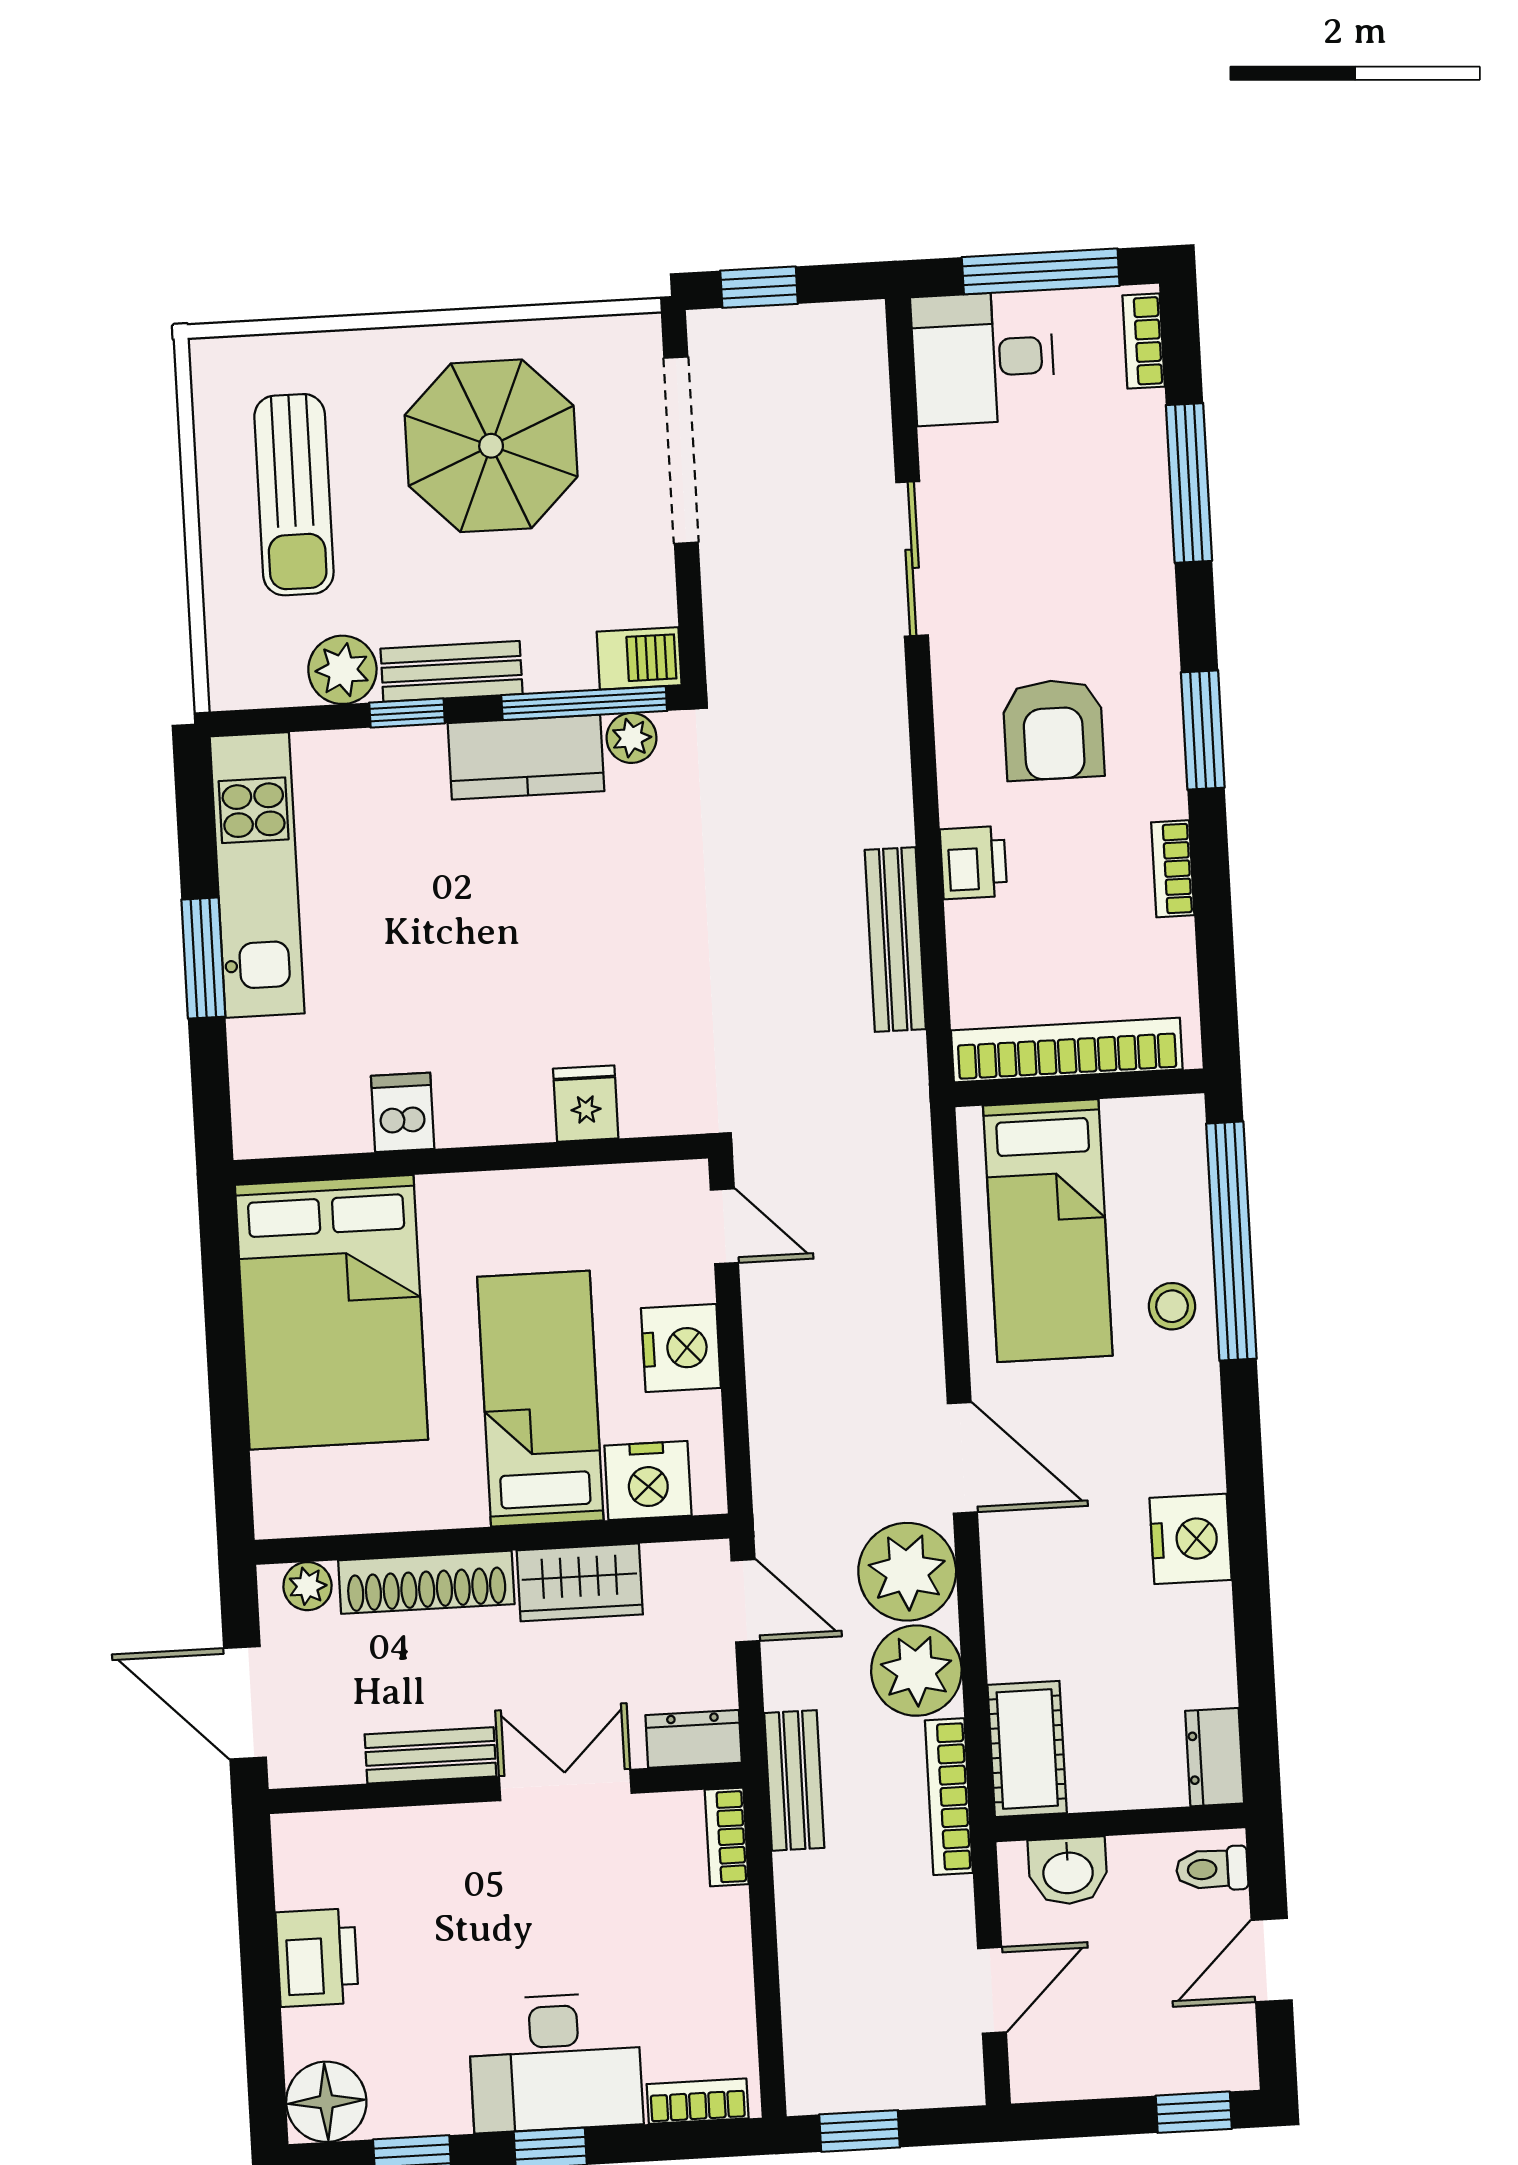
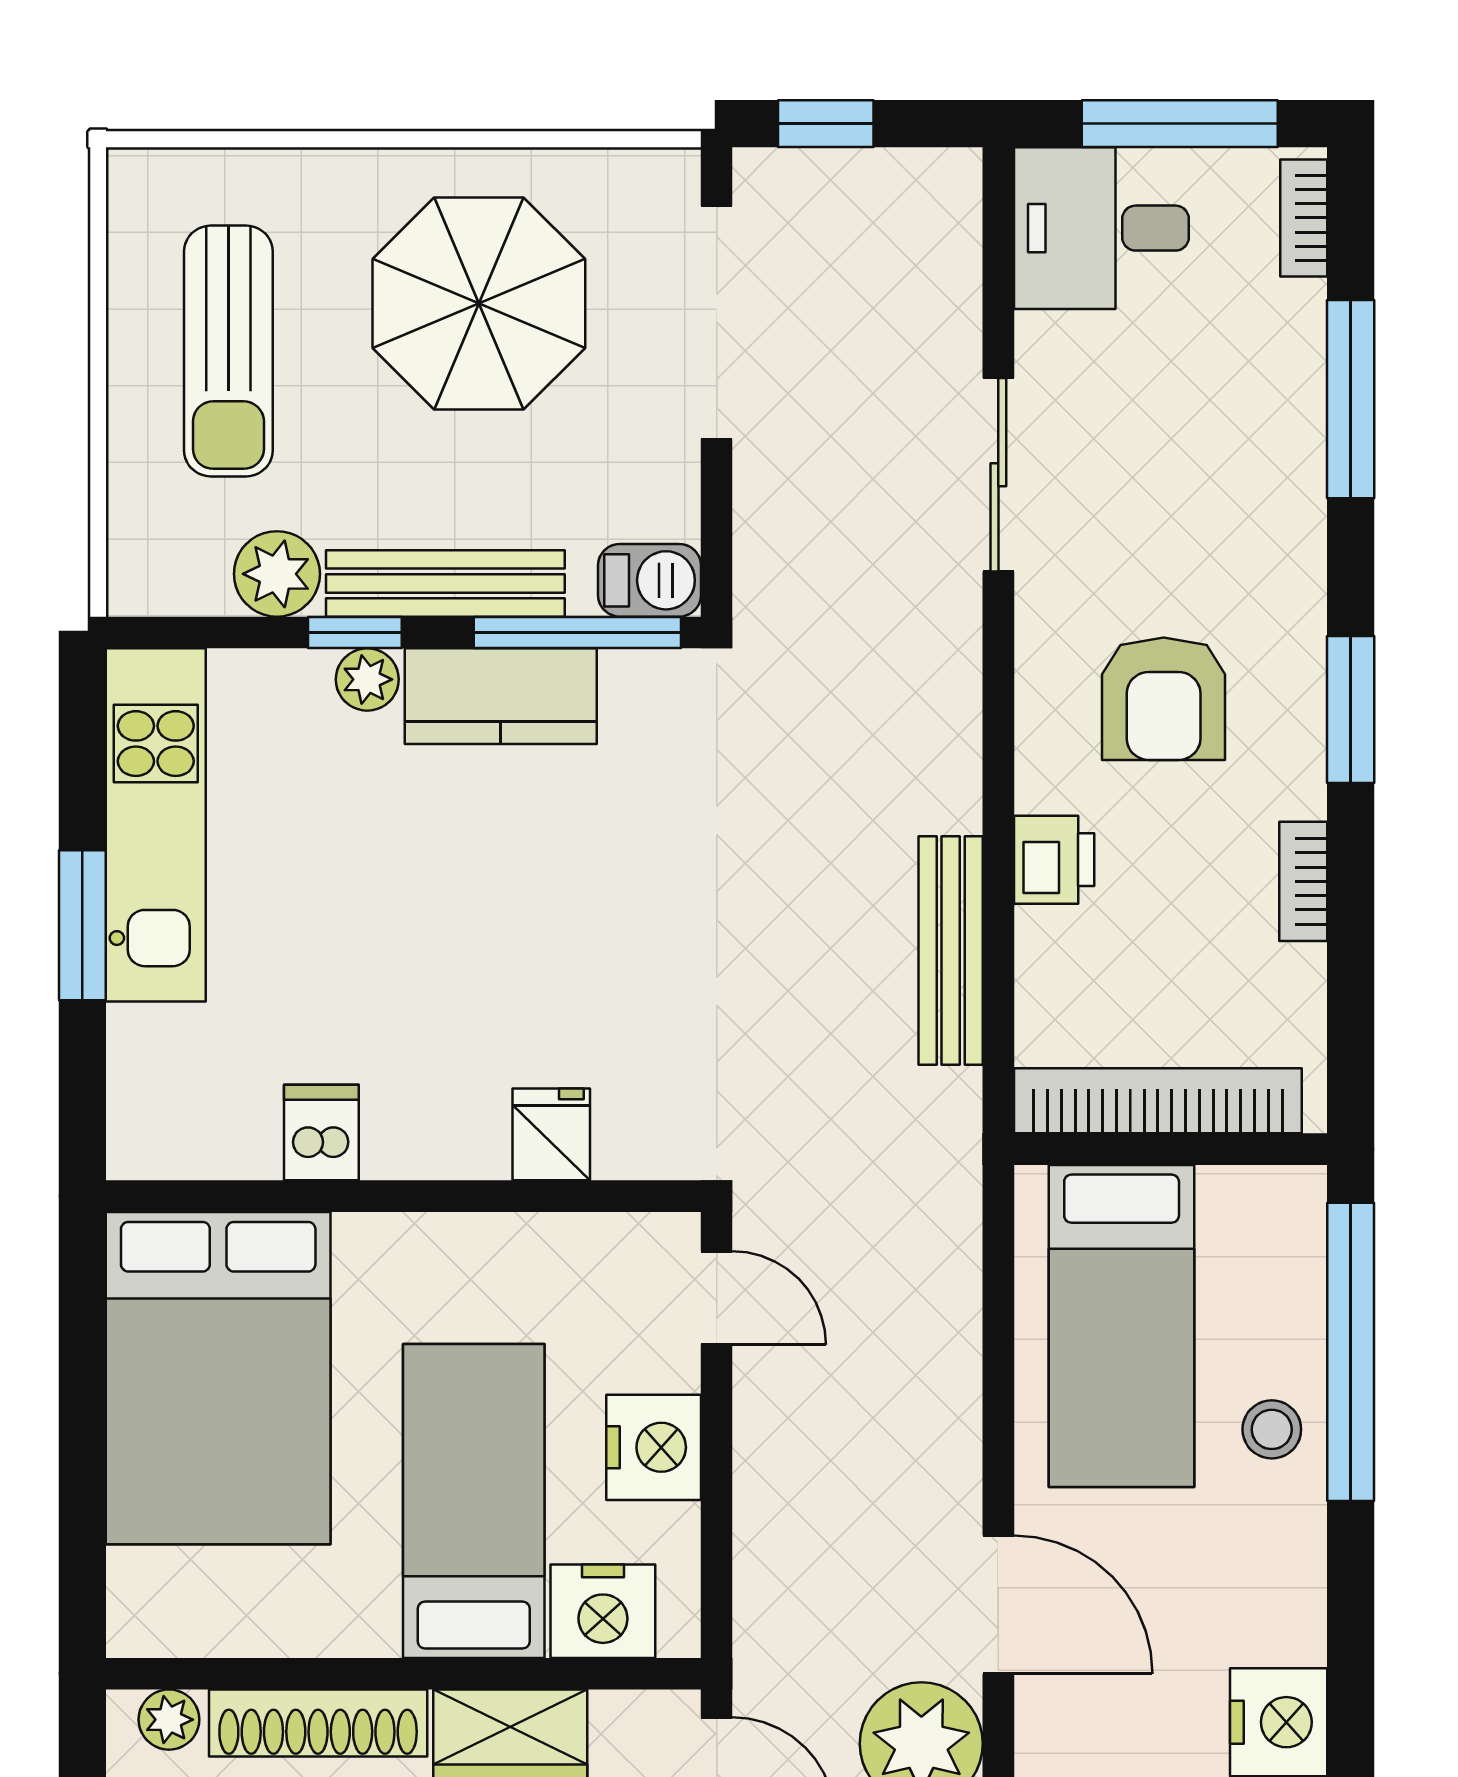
bench: (452, 671) -> (445, 583), width x1.36
plant: (631, 738) -> (367, 679), moved

